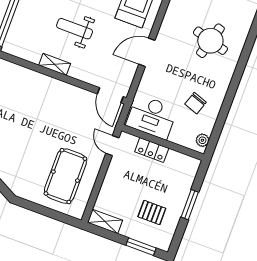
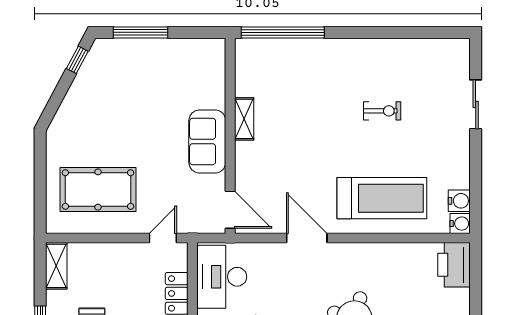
weight bench: (75, 29) -> (302, 128), removed
sofa: (61, 94) -> (207, 141), added
door: (110, 95) -> (230, 210), swing flipped

